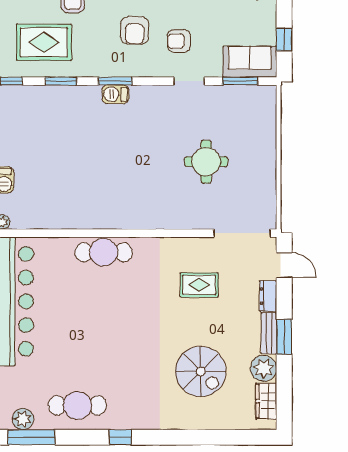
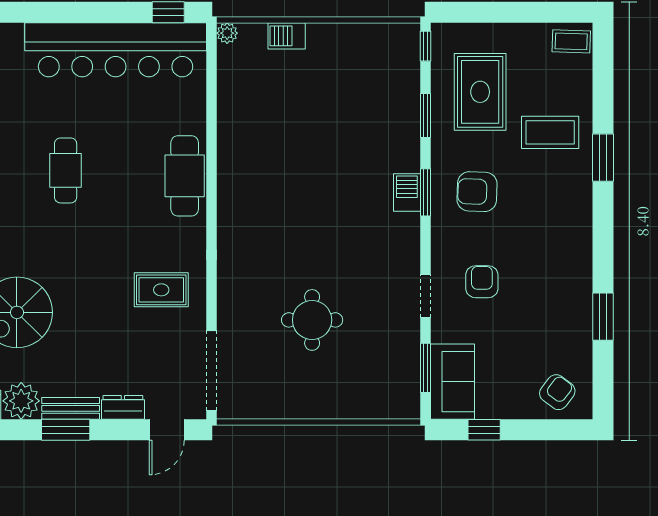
armchair: (135, 30) -> (477, 192), moved
rug: (199, 285) -> (161, 290), moved, turned 90
cafe table: (100, 337) -> (66, 170), added

